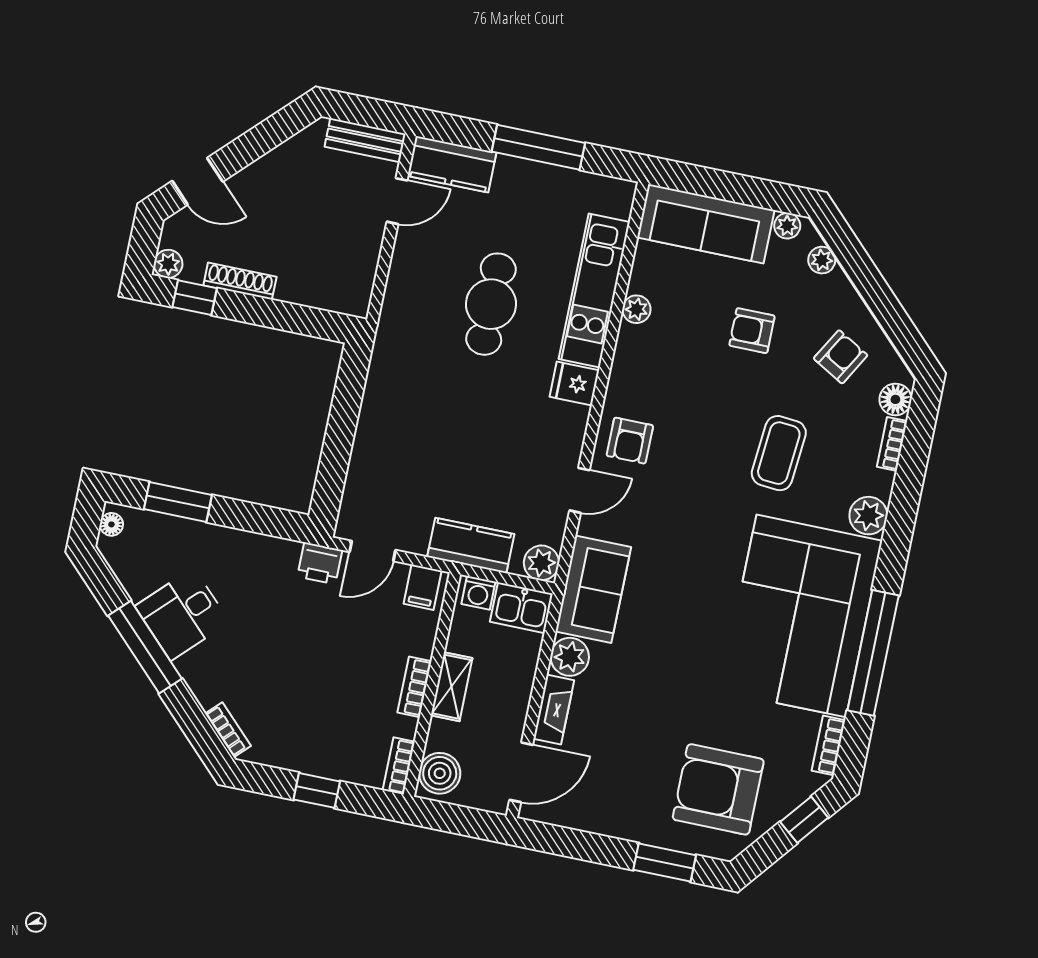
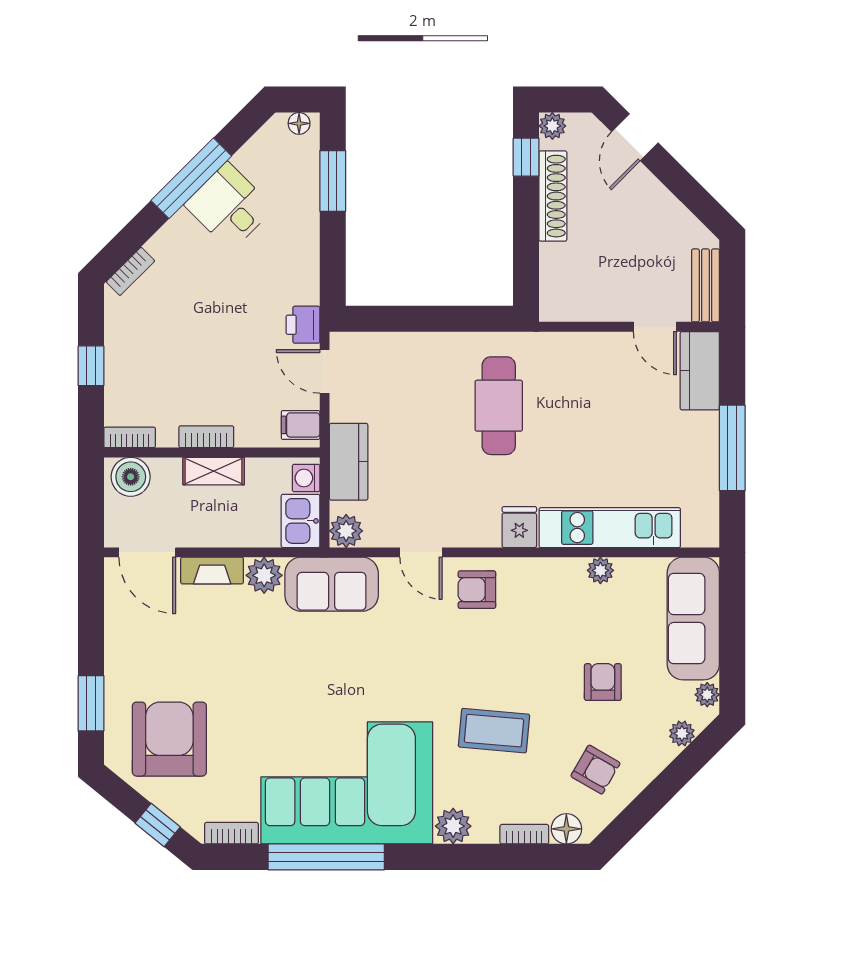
shoe rack: (240, 281) -> (553, 196), width x1.36, depth x1.24
cafe table: (491, 304) -> (499, 406), moved, turned 90

